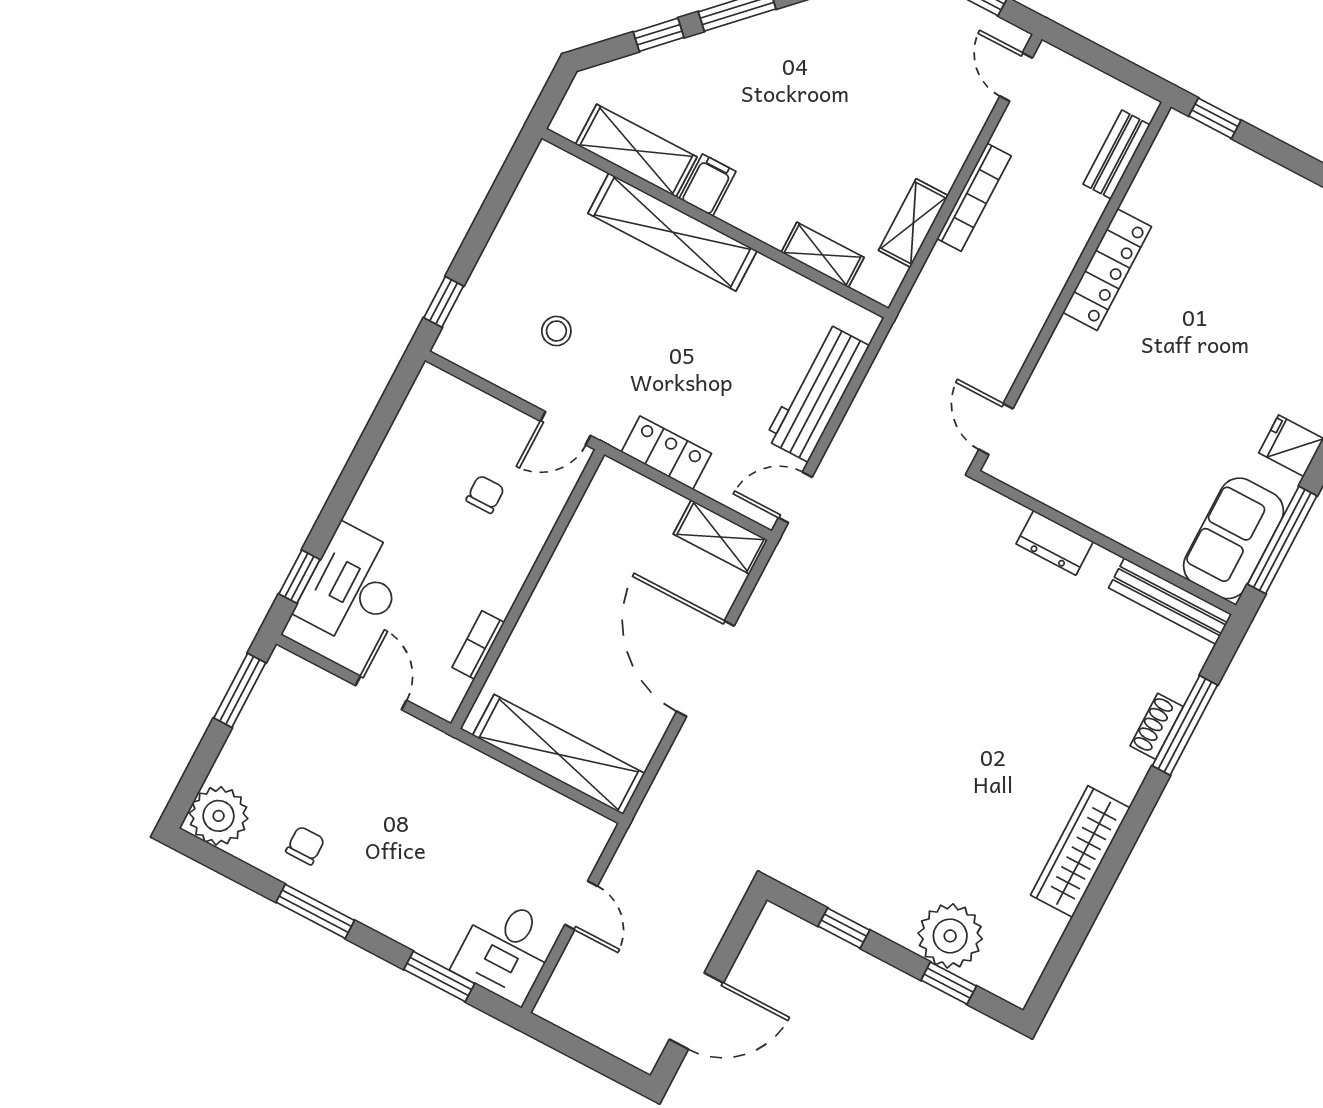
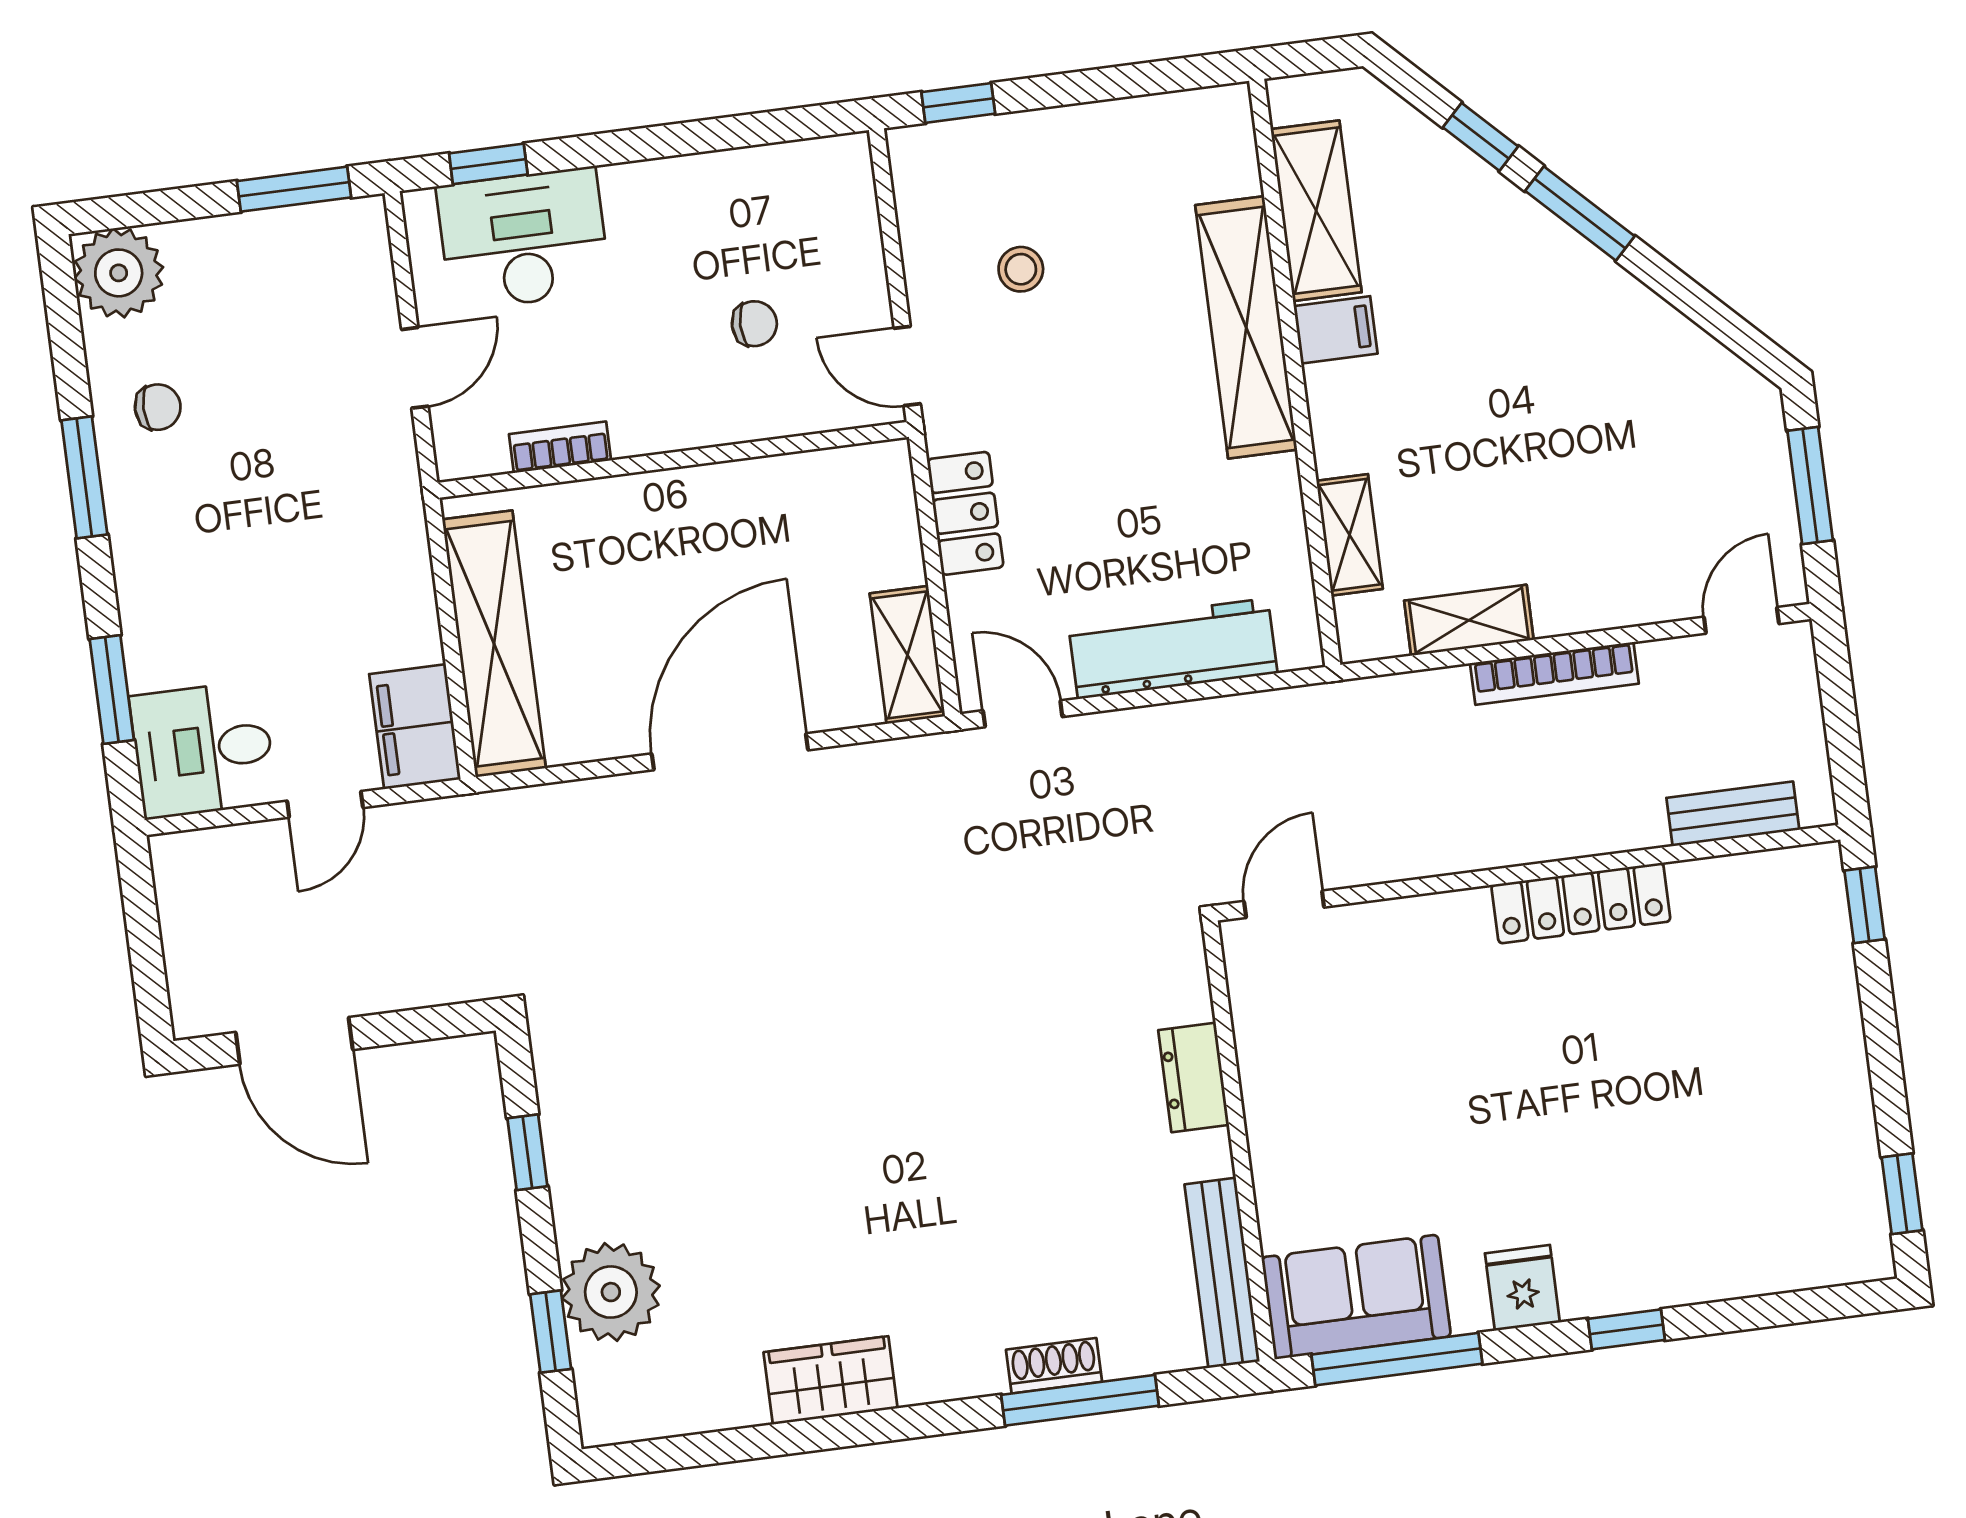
filing cabinet: (573, 828) -> (415, 727), added
wardrobe: (1080, 851) -> (831, 1380), width x0.67

